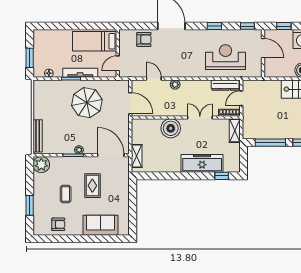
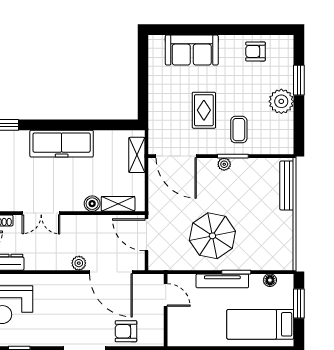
bed: (95, 41) -> (260, 324), moved, turned 180
door: (118, 63) -> (166, 295), hinge flipped
door: (154, 79) -> (111, 272), width x1.87
shelving: (149, 124) -> (118, 204), added
boiler: (171, 128) -> (92, 204), width x0.54, depth x0.54
freezer: (202, 163) -> (62, 144), moved
plant: (41, 165) -> (281, 101), moved
coffee table: (66, 194) -> (239, 130), moved

